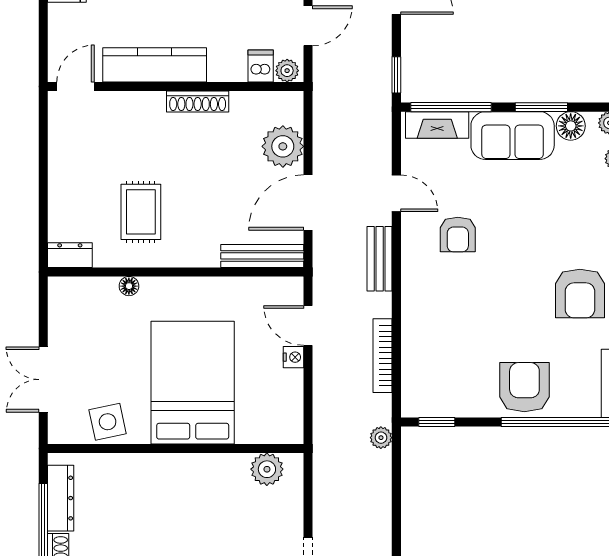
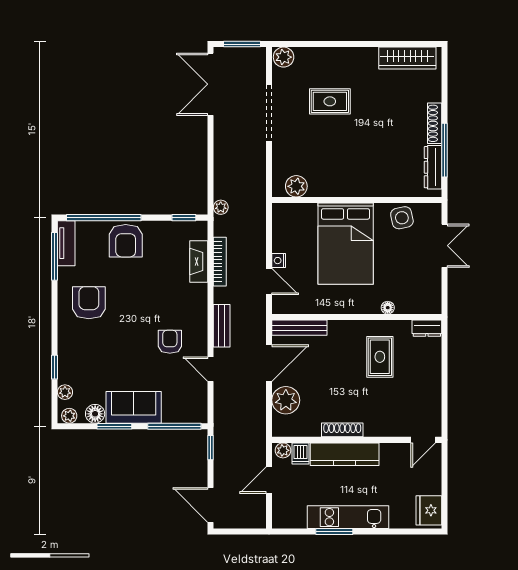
kitchen counter: (155, 65) -> (345, 454), moved
fireplace: (437, 125) -> (199, 262), moved, turned -90

